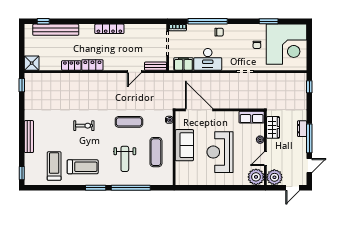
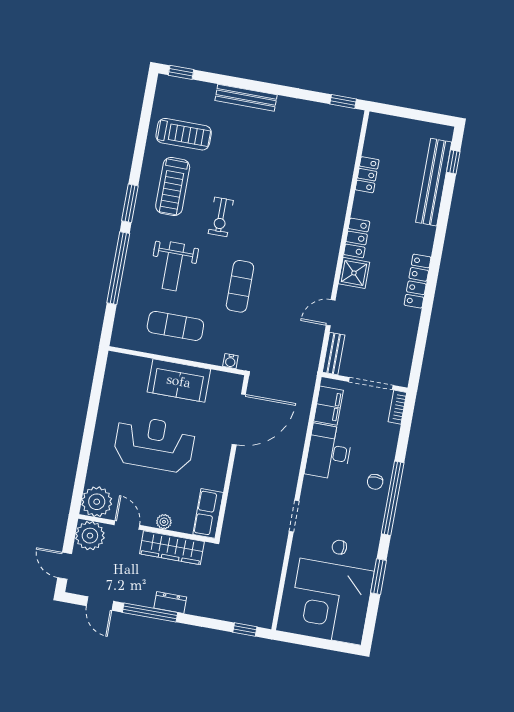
window: (208, 21) -> (393, 498), moved
shower: (32, 63) -> (354, 273), moved
locker: (71, 65) -> (367, 175), moved
door: (134, 72) -> (331, 313), hinge flipped
exercise bike: (84, 126) -> (221, 217), moved
wardrobe: (273, 127) -> (172, 548), width x1.50
weight bench: (125, 159) -> (173, 266), turned -90

